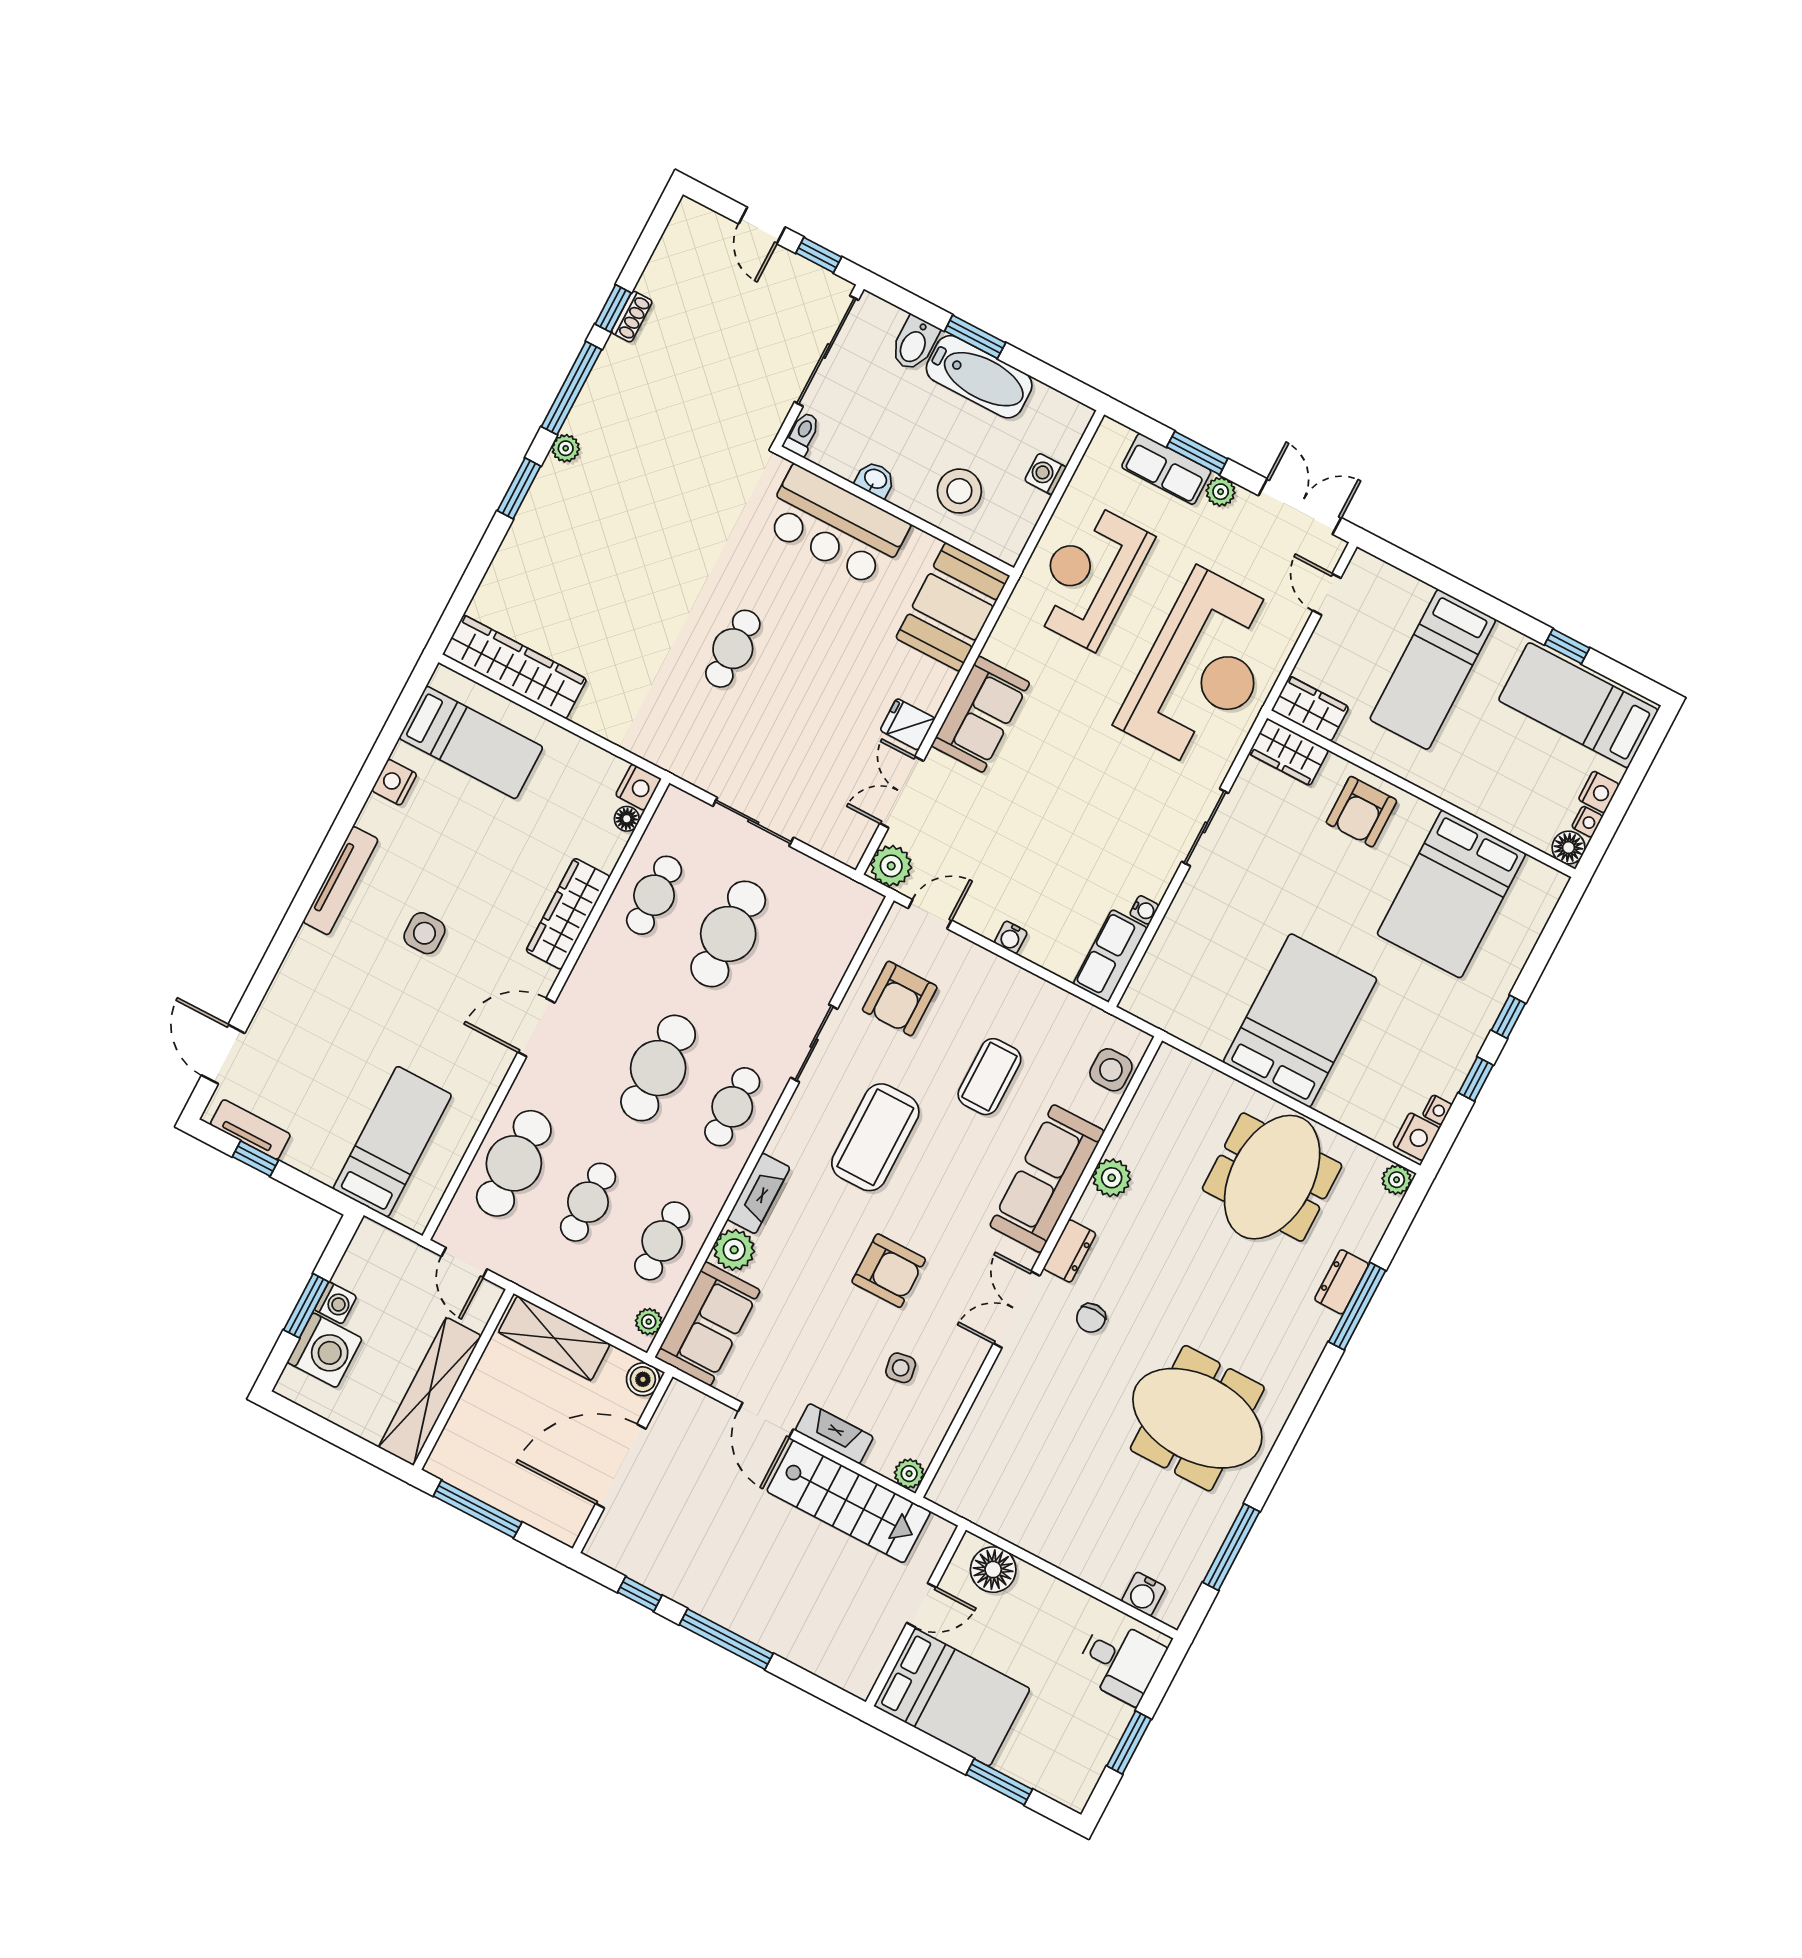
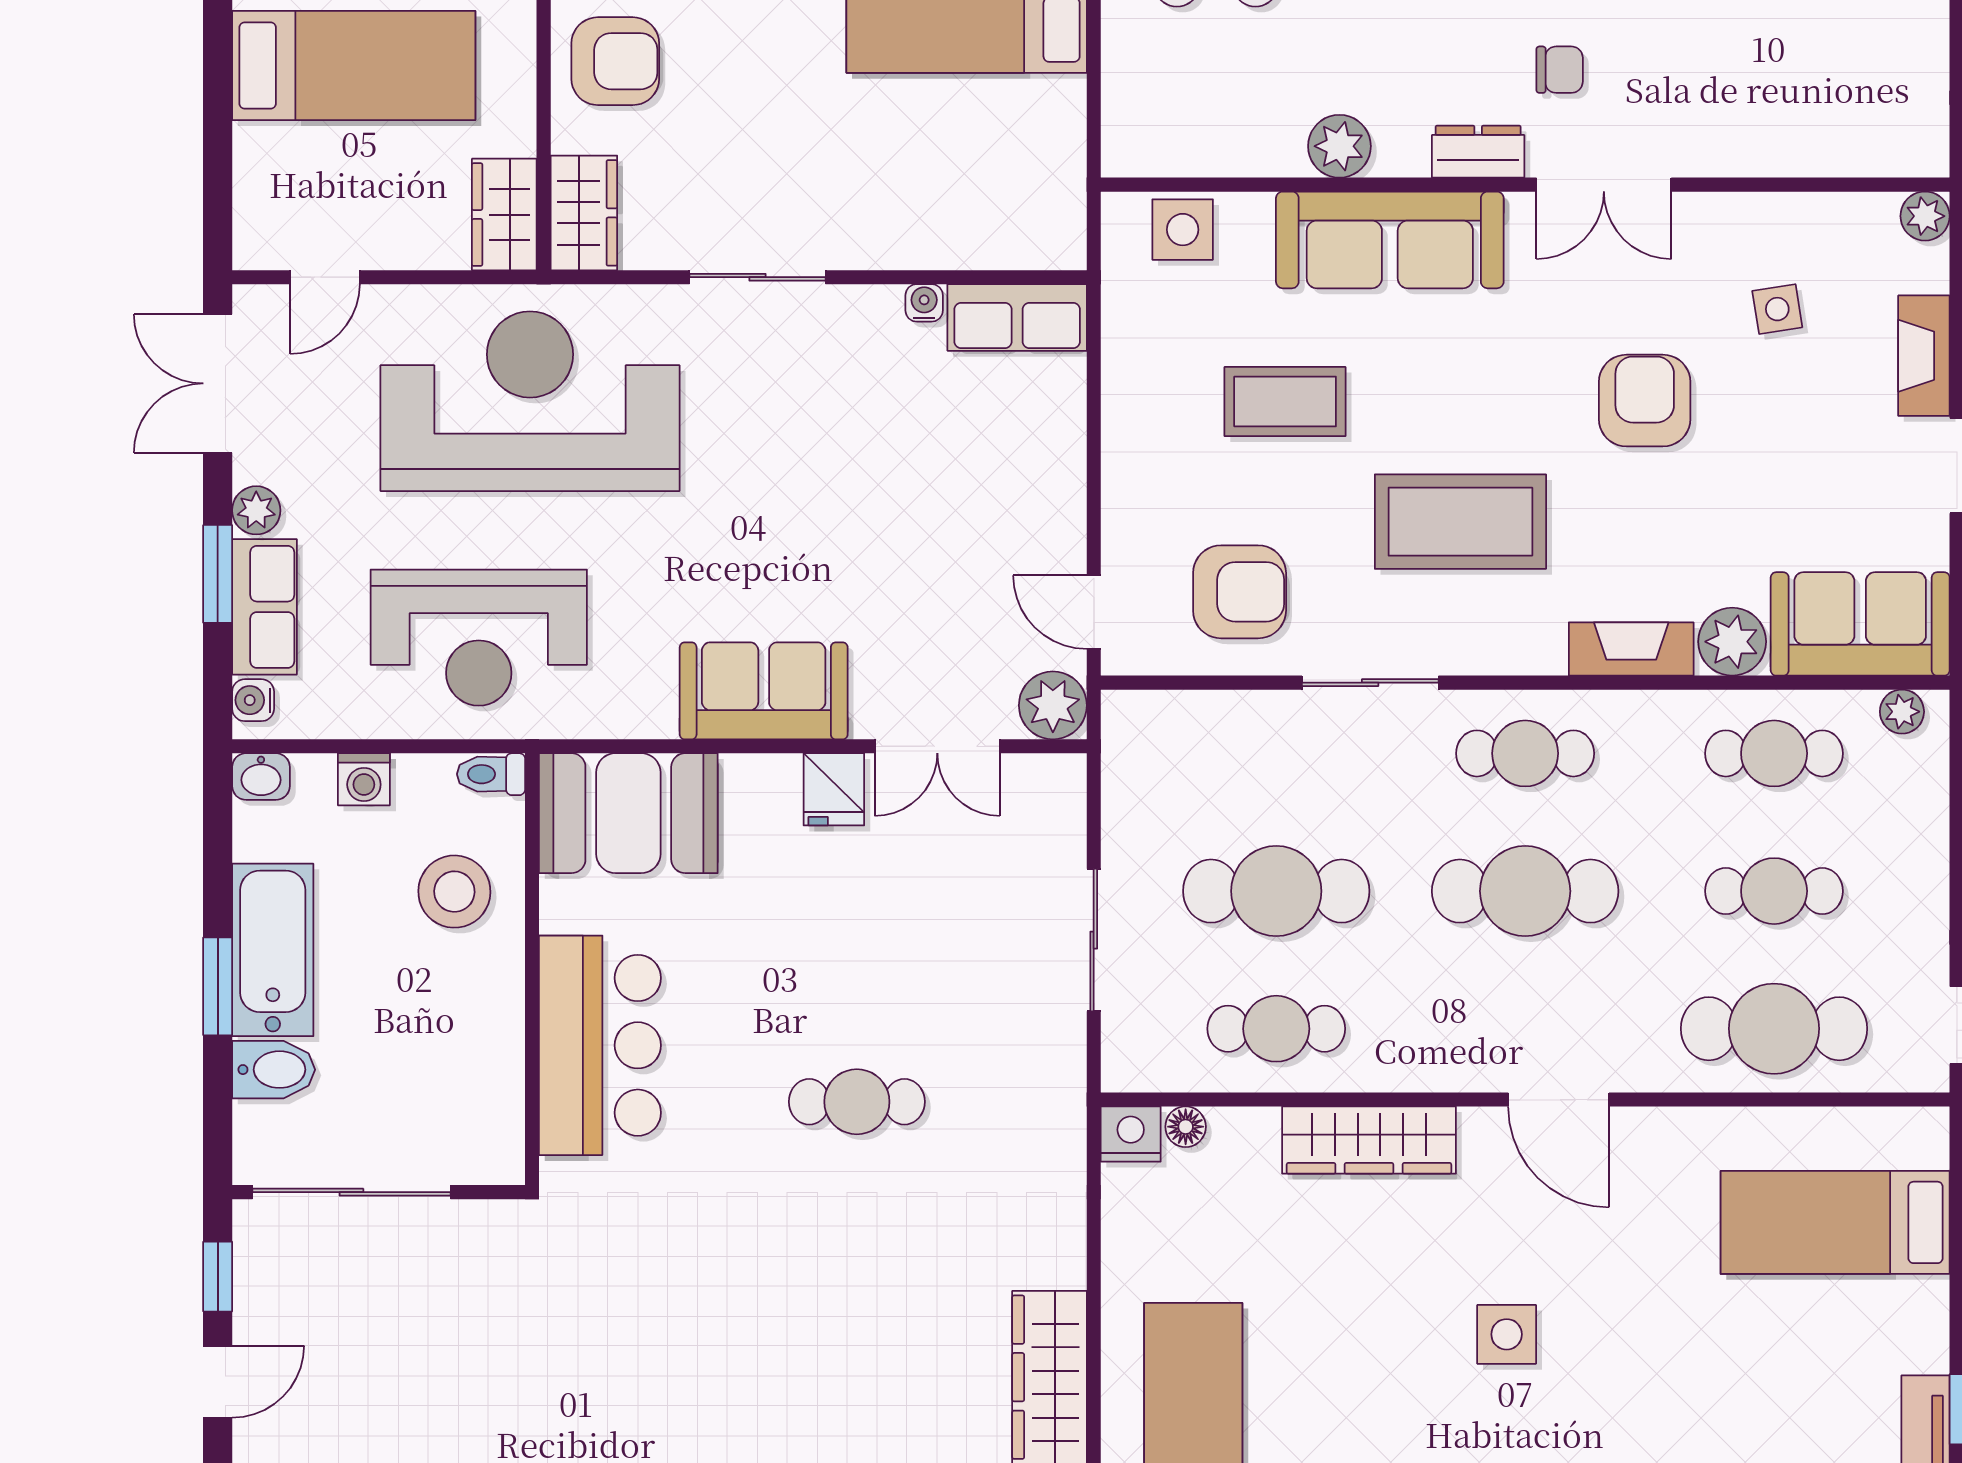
toilet: (802, 434) -> (491, 774), moved
washbasin: (875, 480) -> (261, 777), moved, turned -90
water cooler: (1011, 937) -> (253, 700), moved, turned 180

